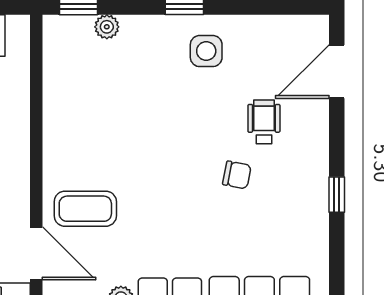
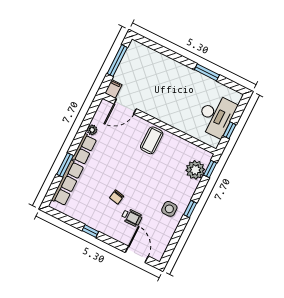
plant: (107, 27) -> (195, 170), width x1.88, depth x1.88
coffee table: (85, 209) -> (152, 140), moved

